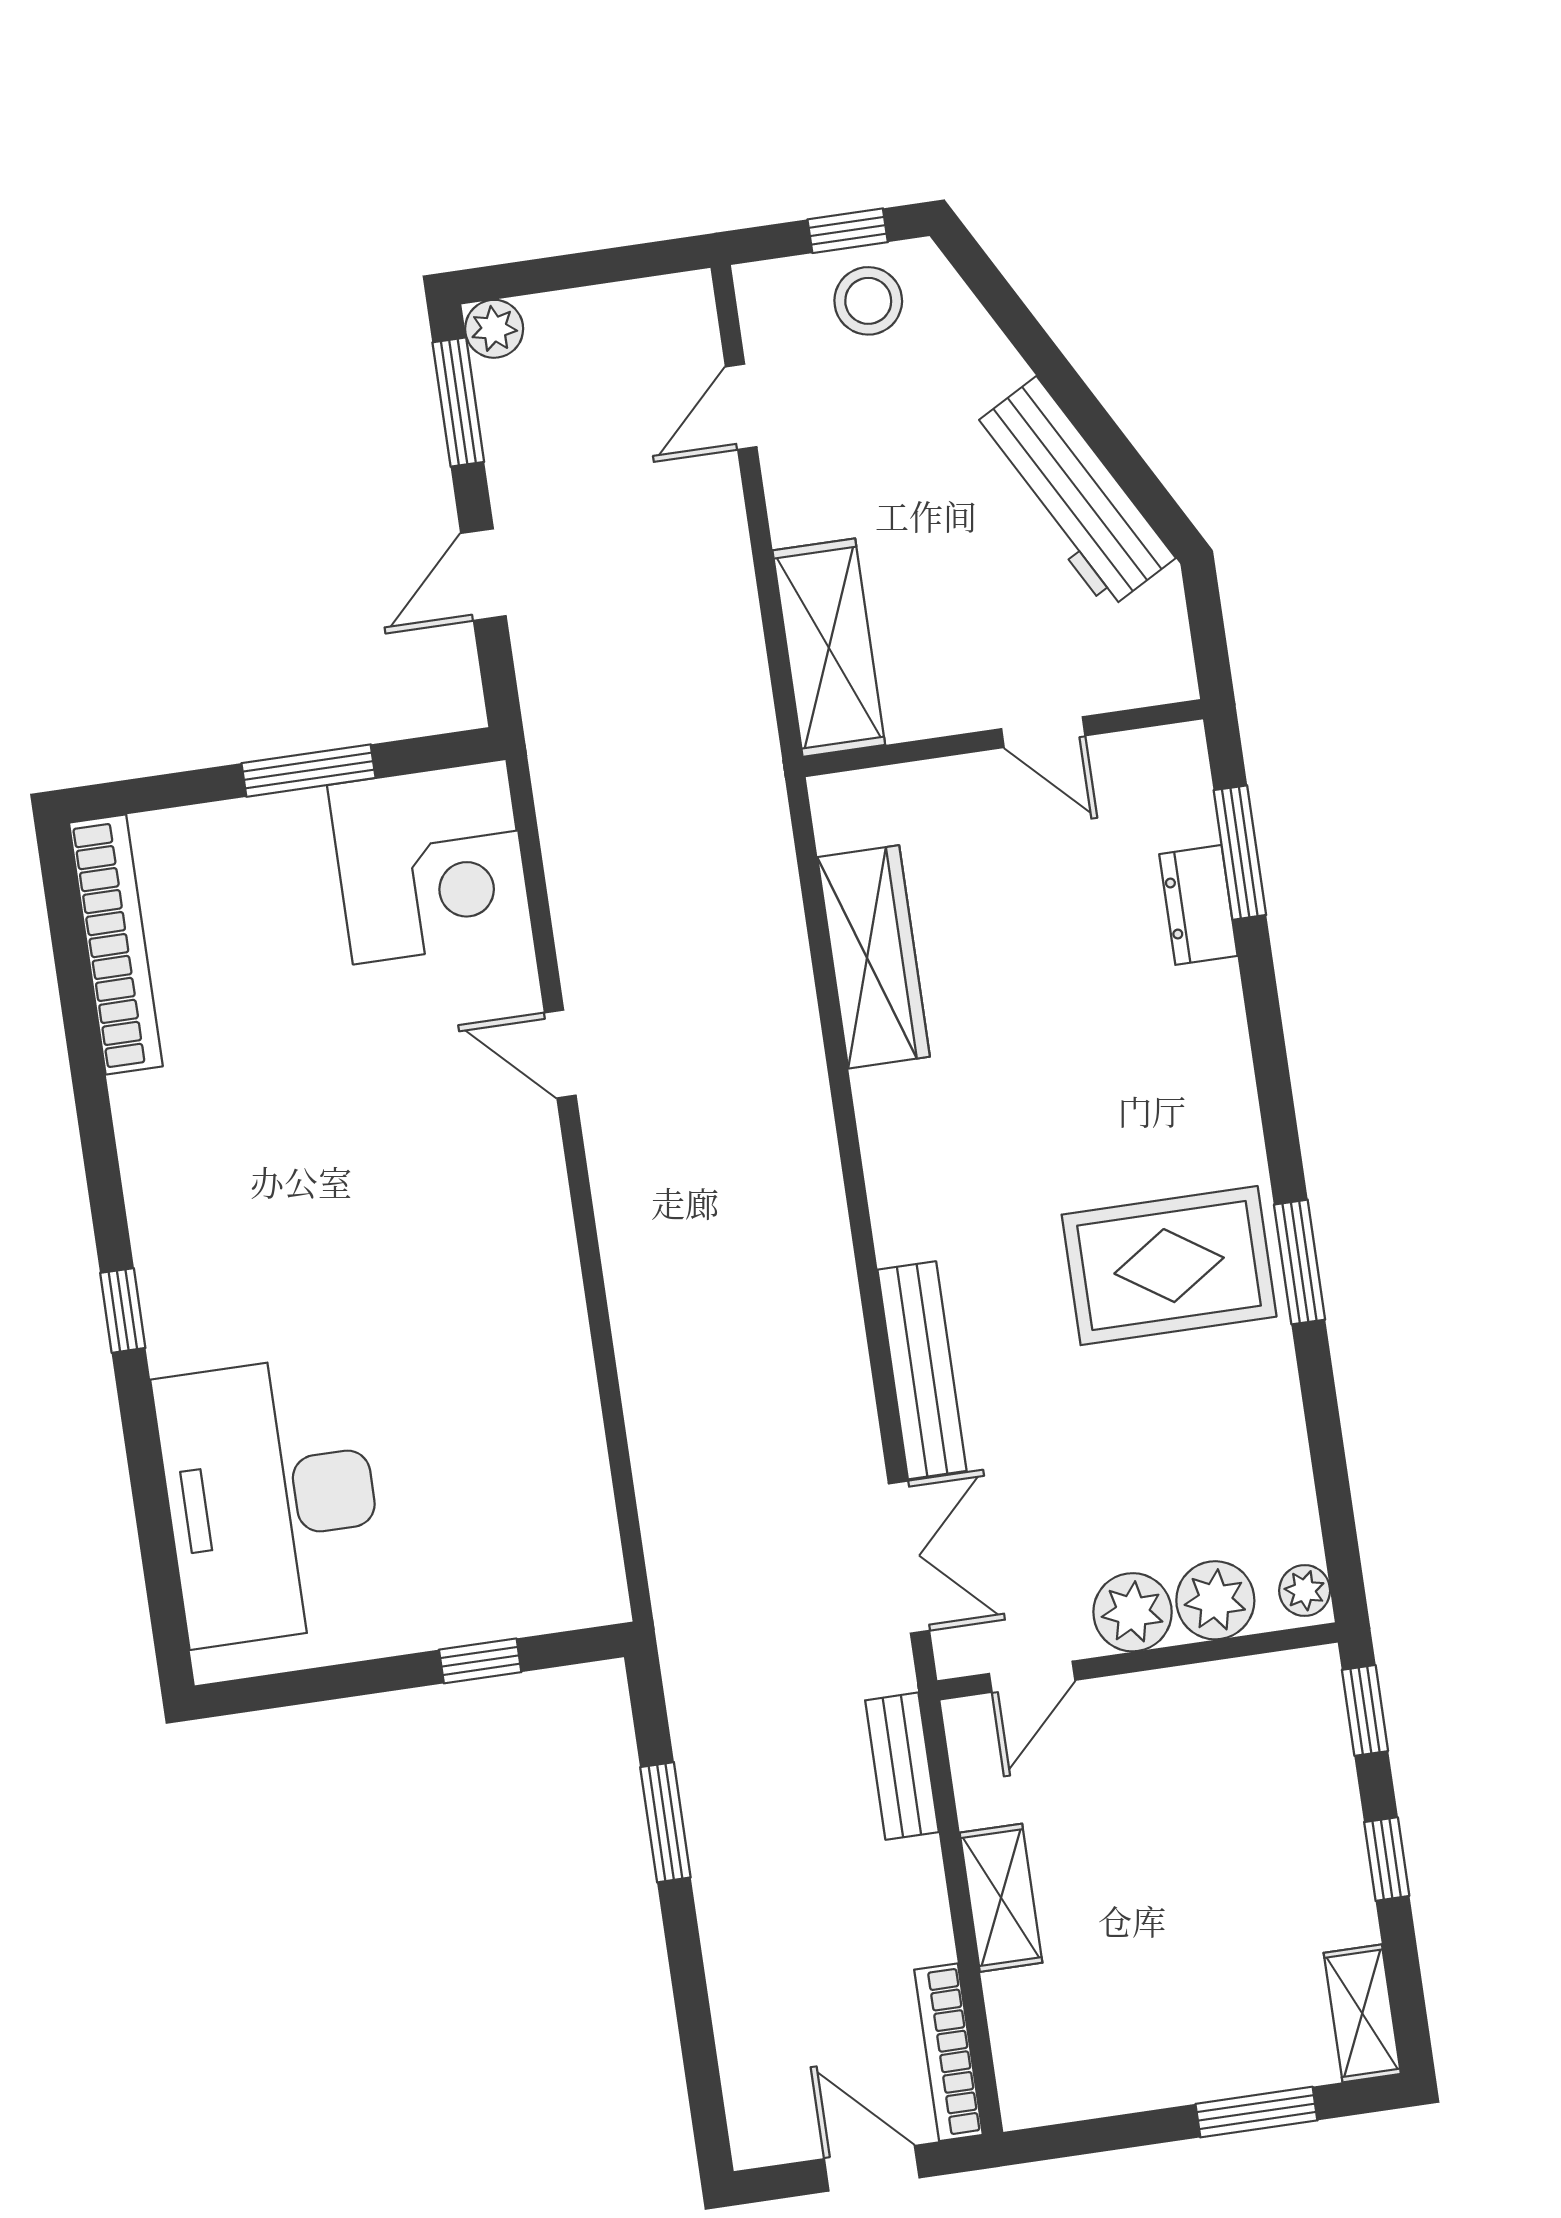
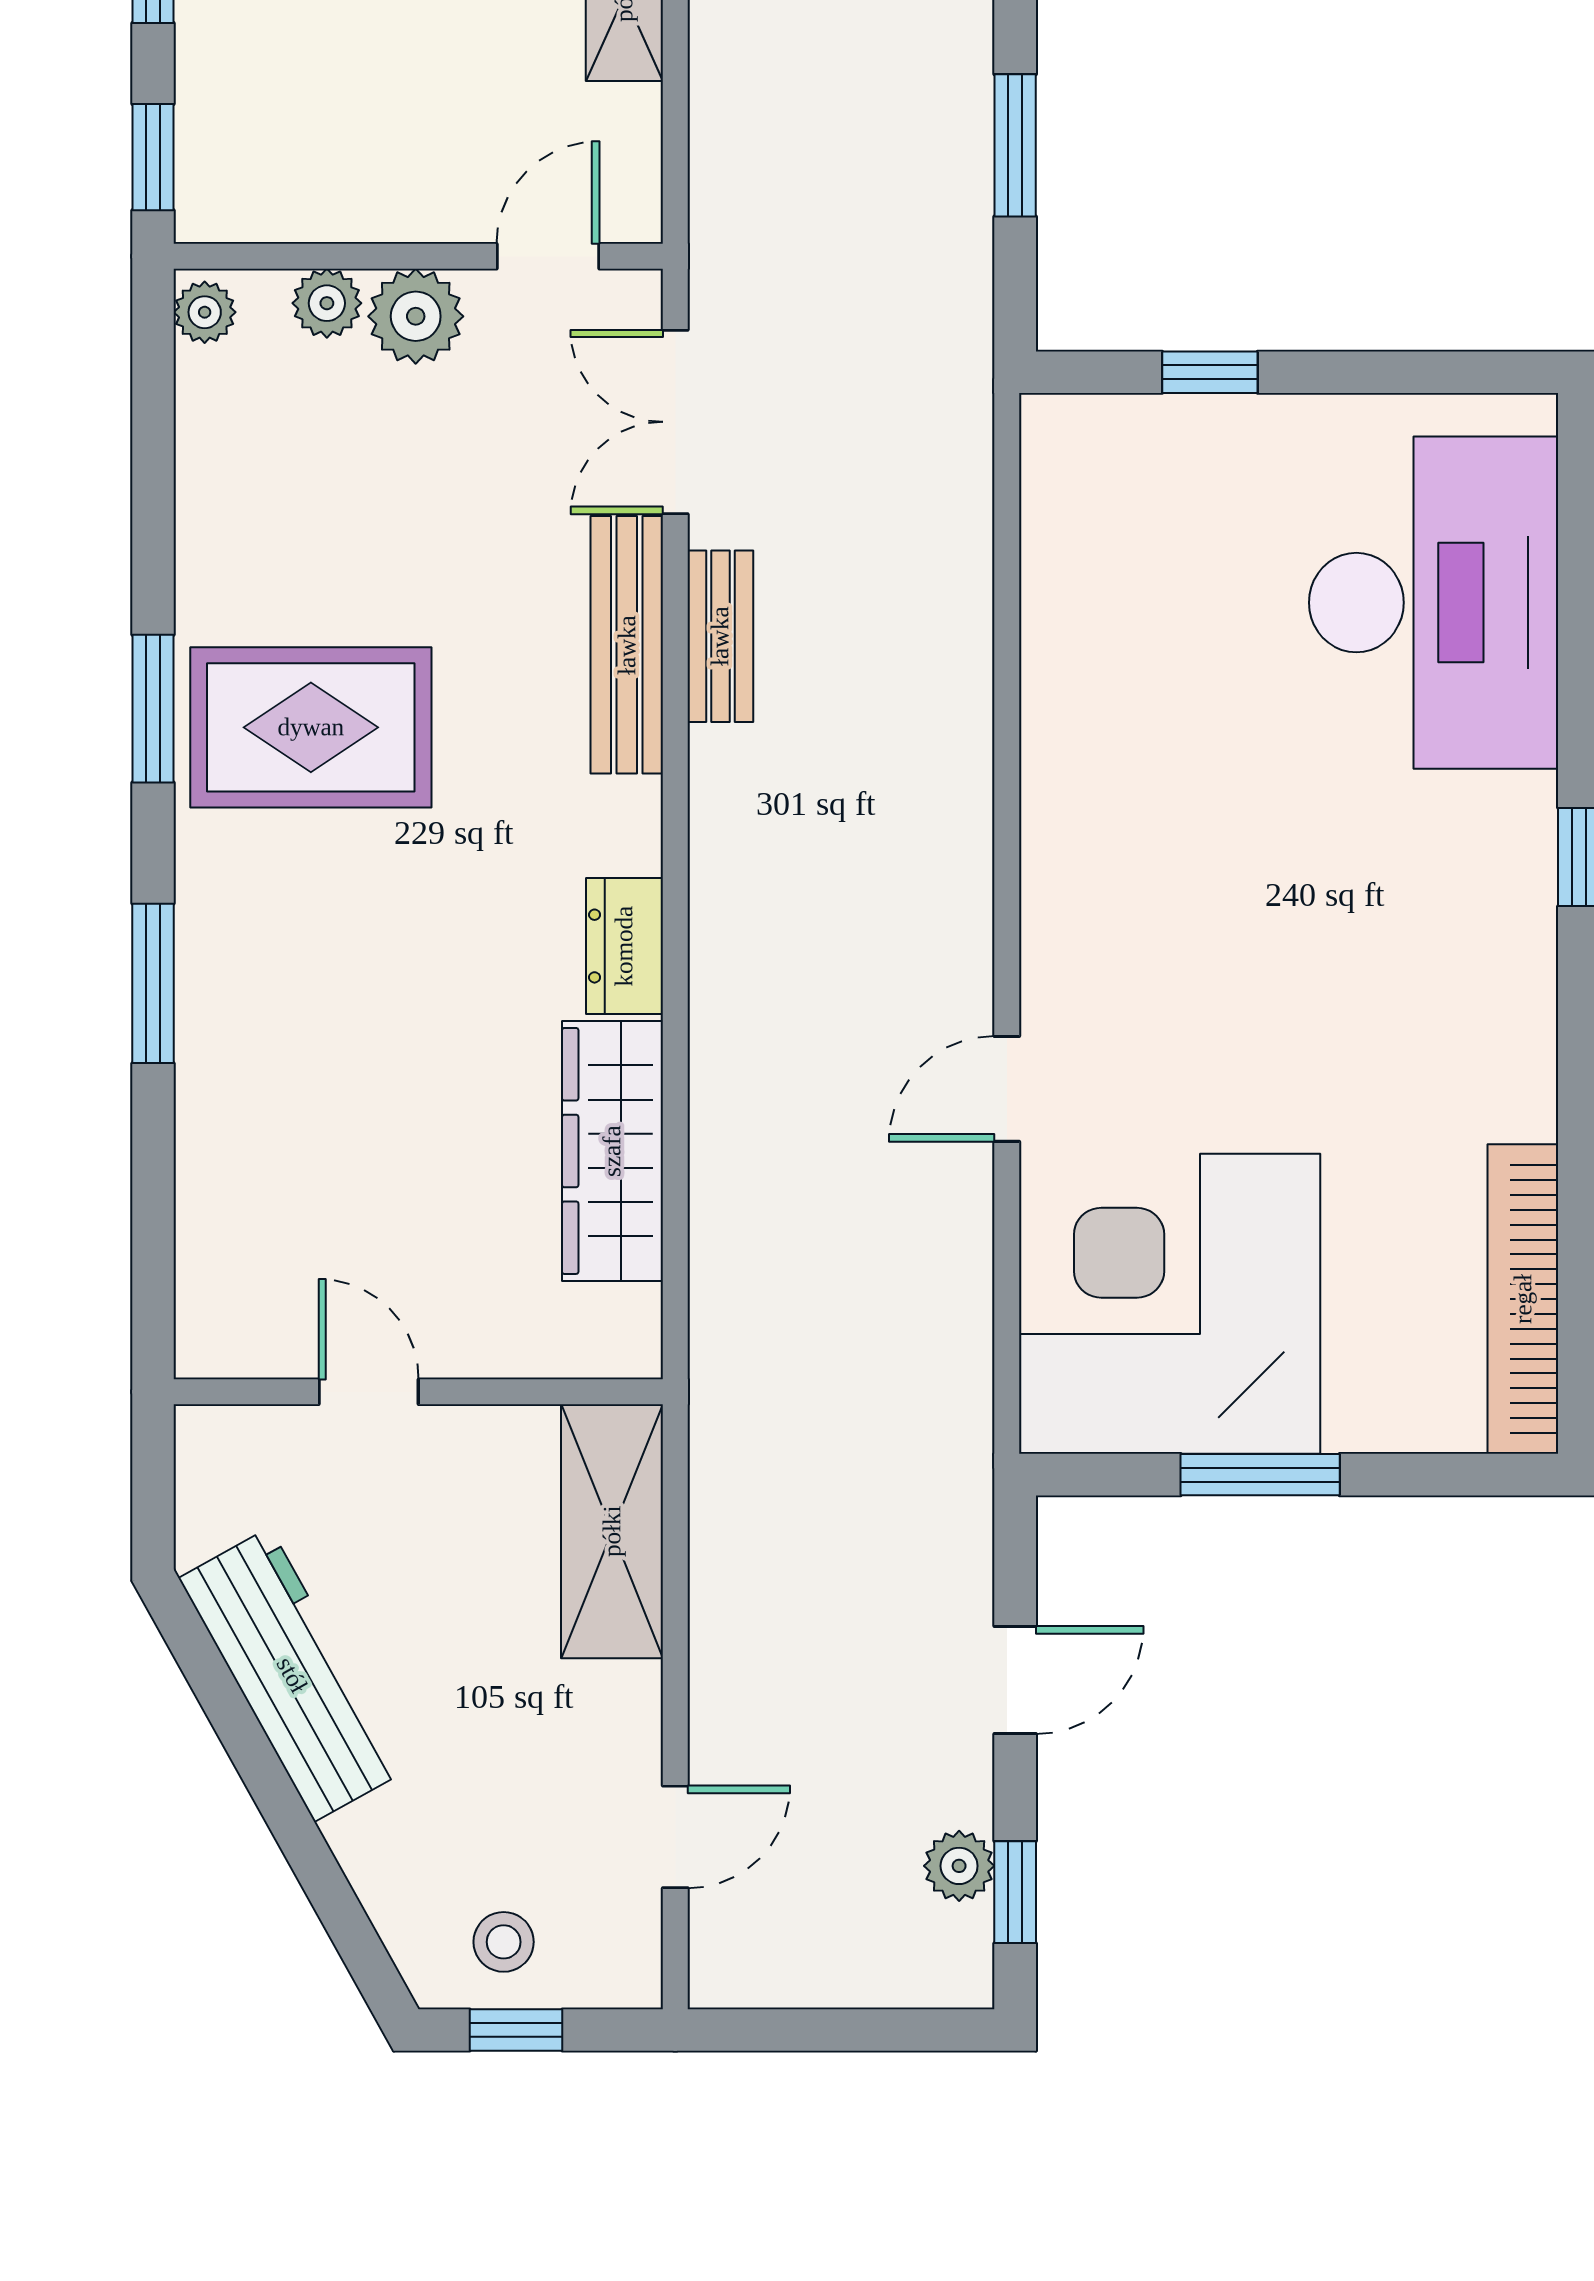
stool: (868, 301) -> (504, 1942), width x0.73, depth x0.73
plant: (494, 329) -> (959, 1866), moved
window: (458, 402) -> (1015, 1892), width x0.67
window: (1240, 853) -> (153, 983), moved
corner desk: (430, 862) -> (1170, 1304), width x1.36, depth x1.36
dresser: (1198, 905) -> (624, 946), moved, turned 180
door: (560, 1054) -> (1007, 1089), swing flipped
plant: (1215, 1600) -> (327, 303), width x0.73, depth x0.73
bench: (902, 1766) -> (720, 636), moved

